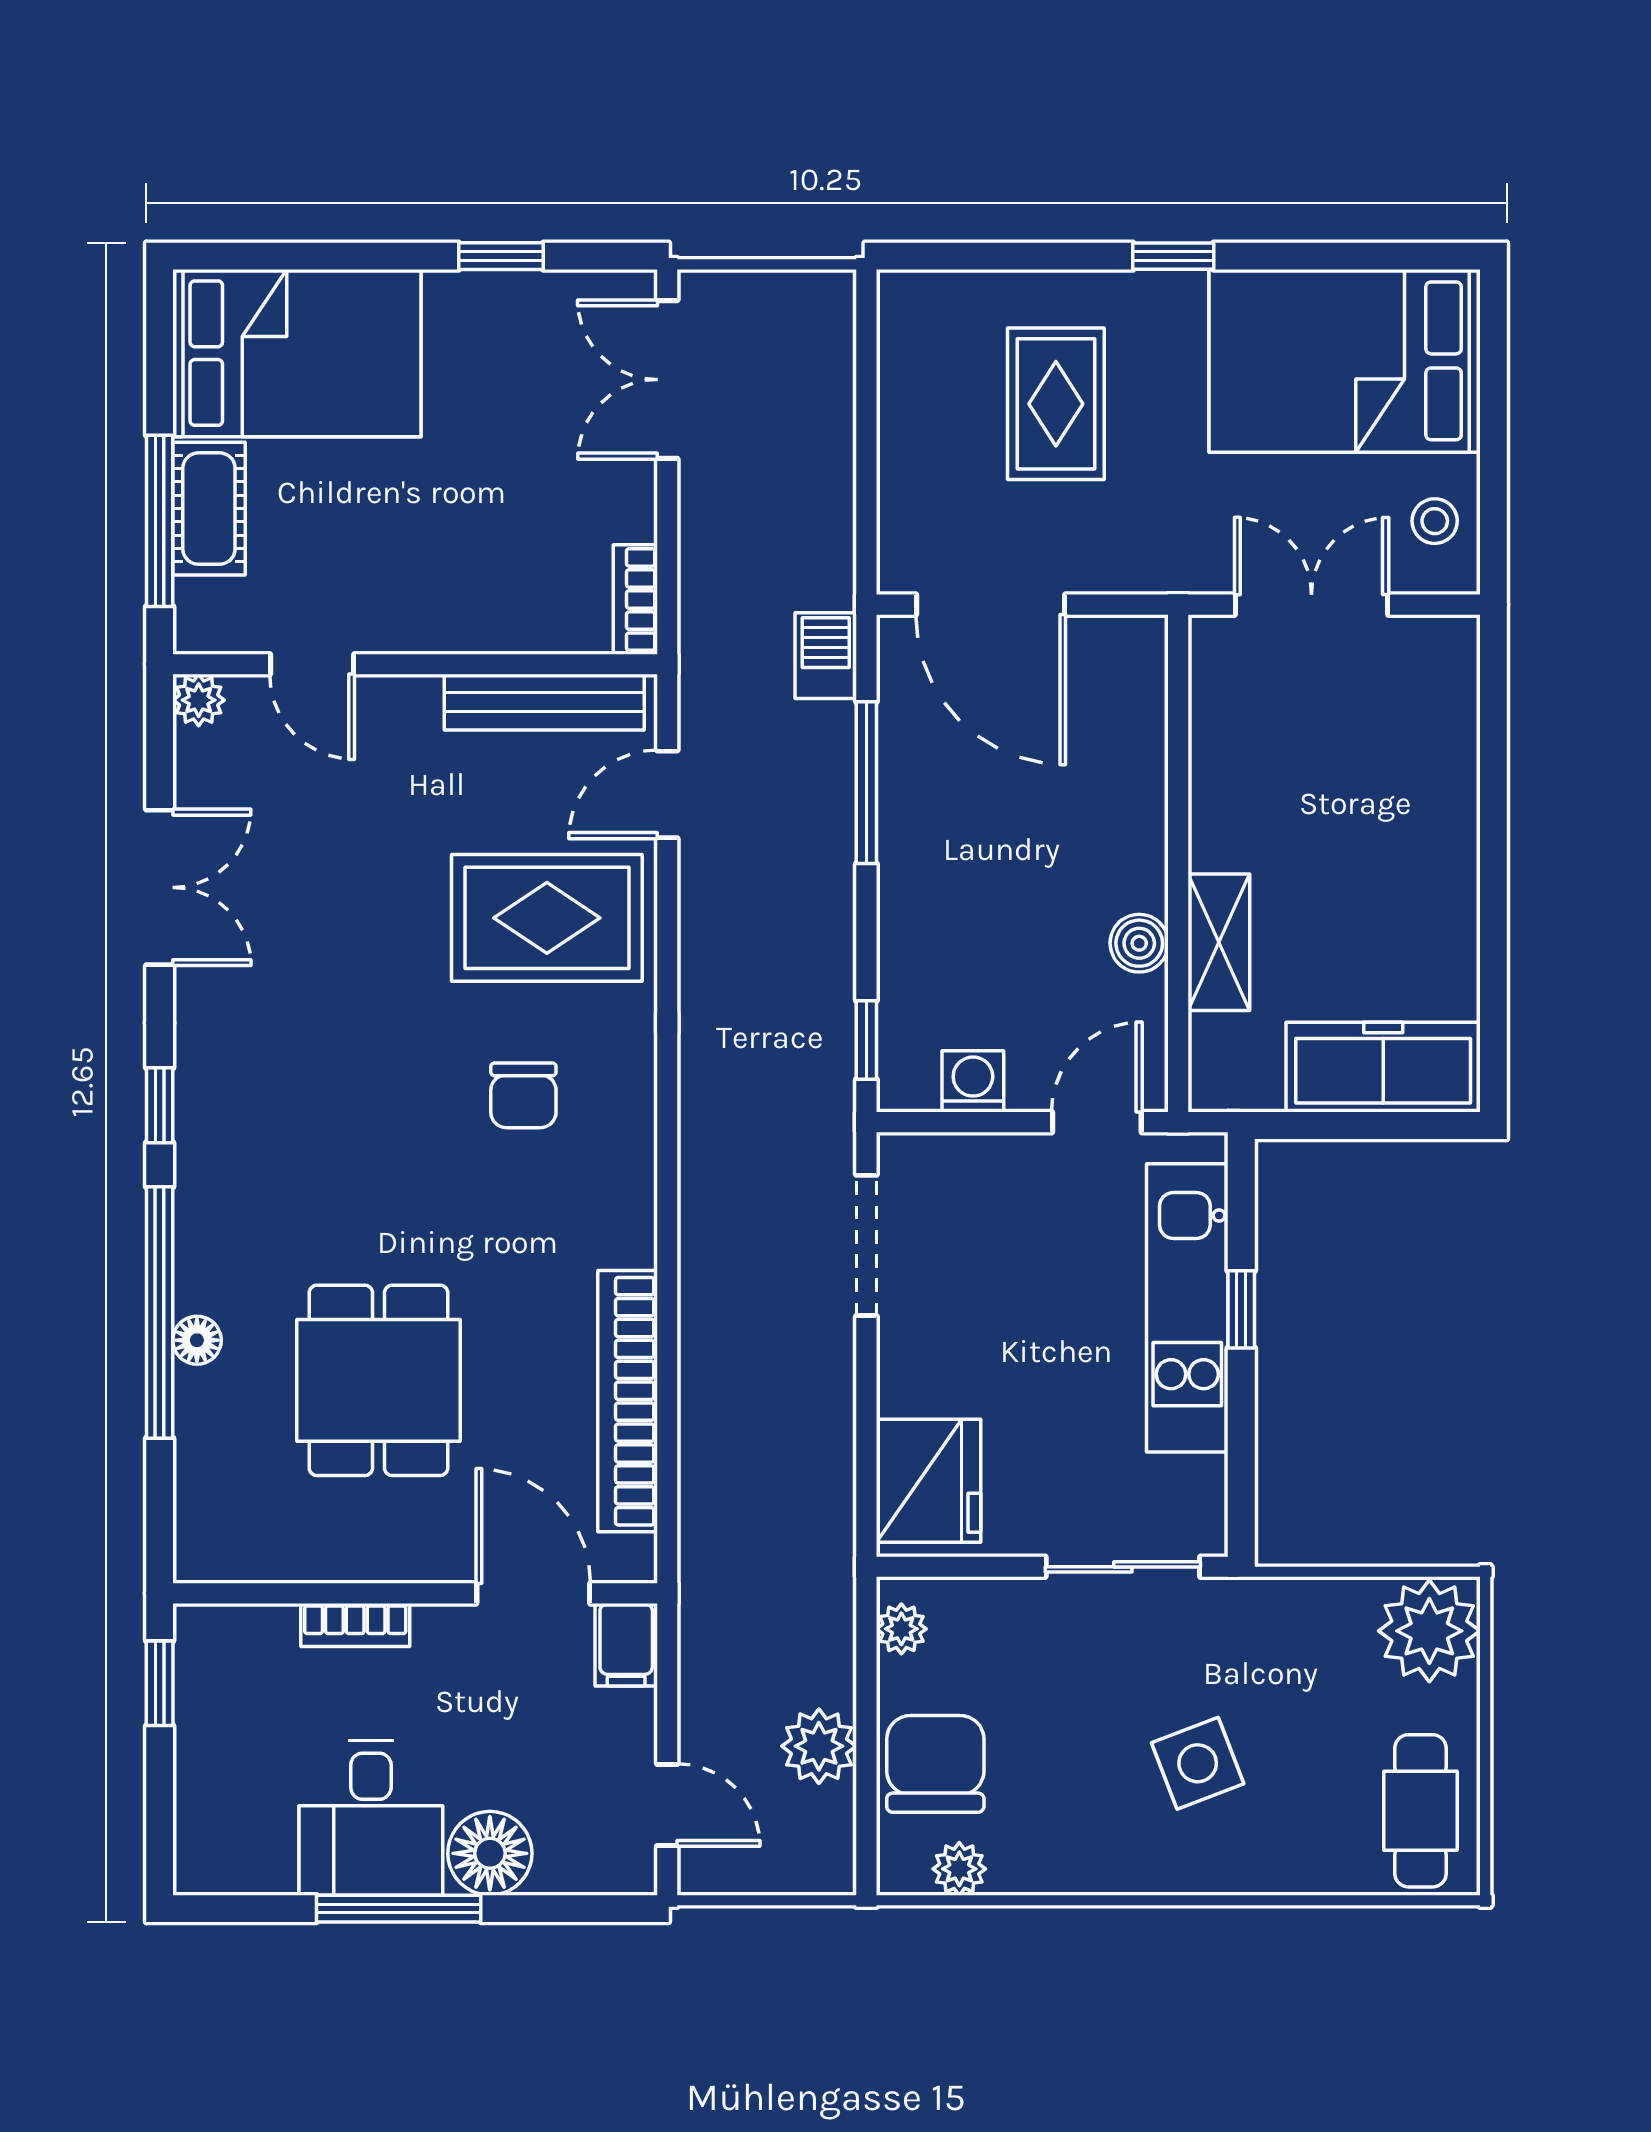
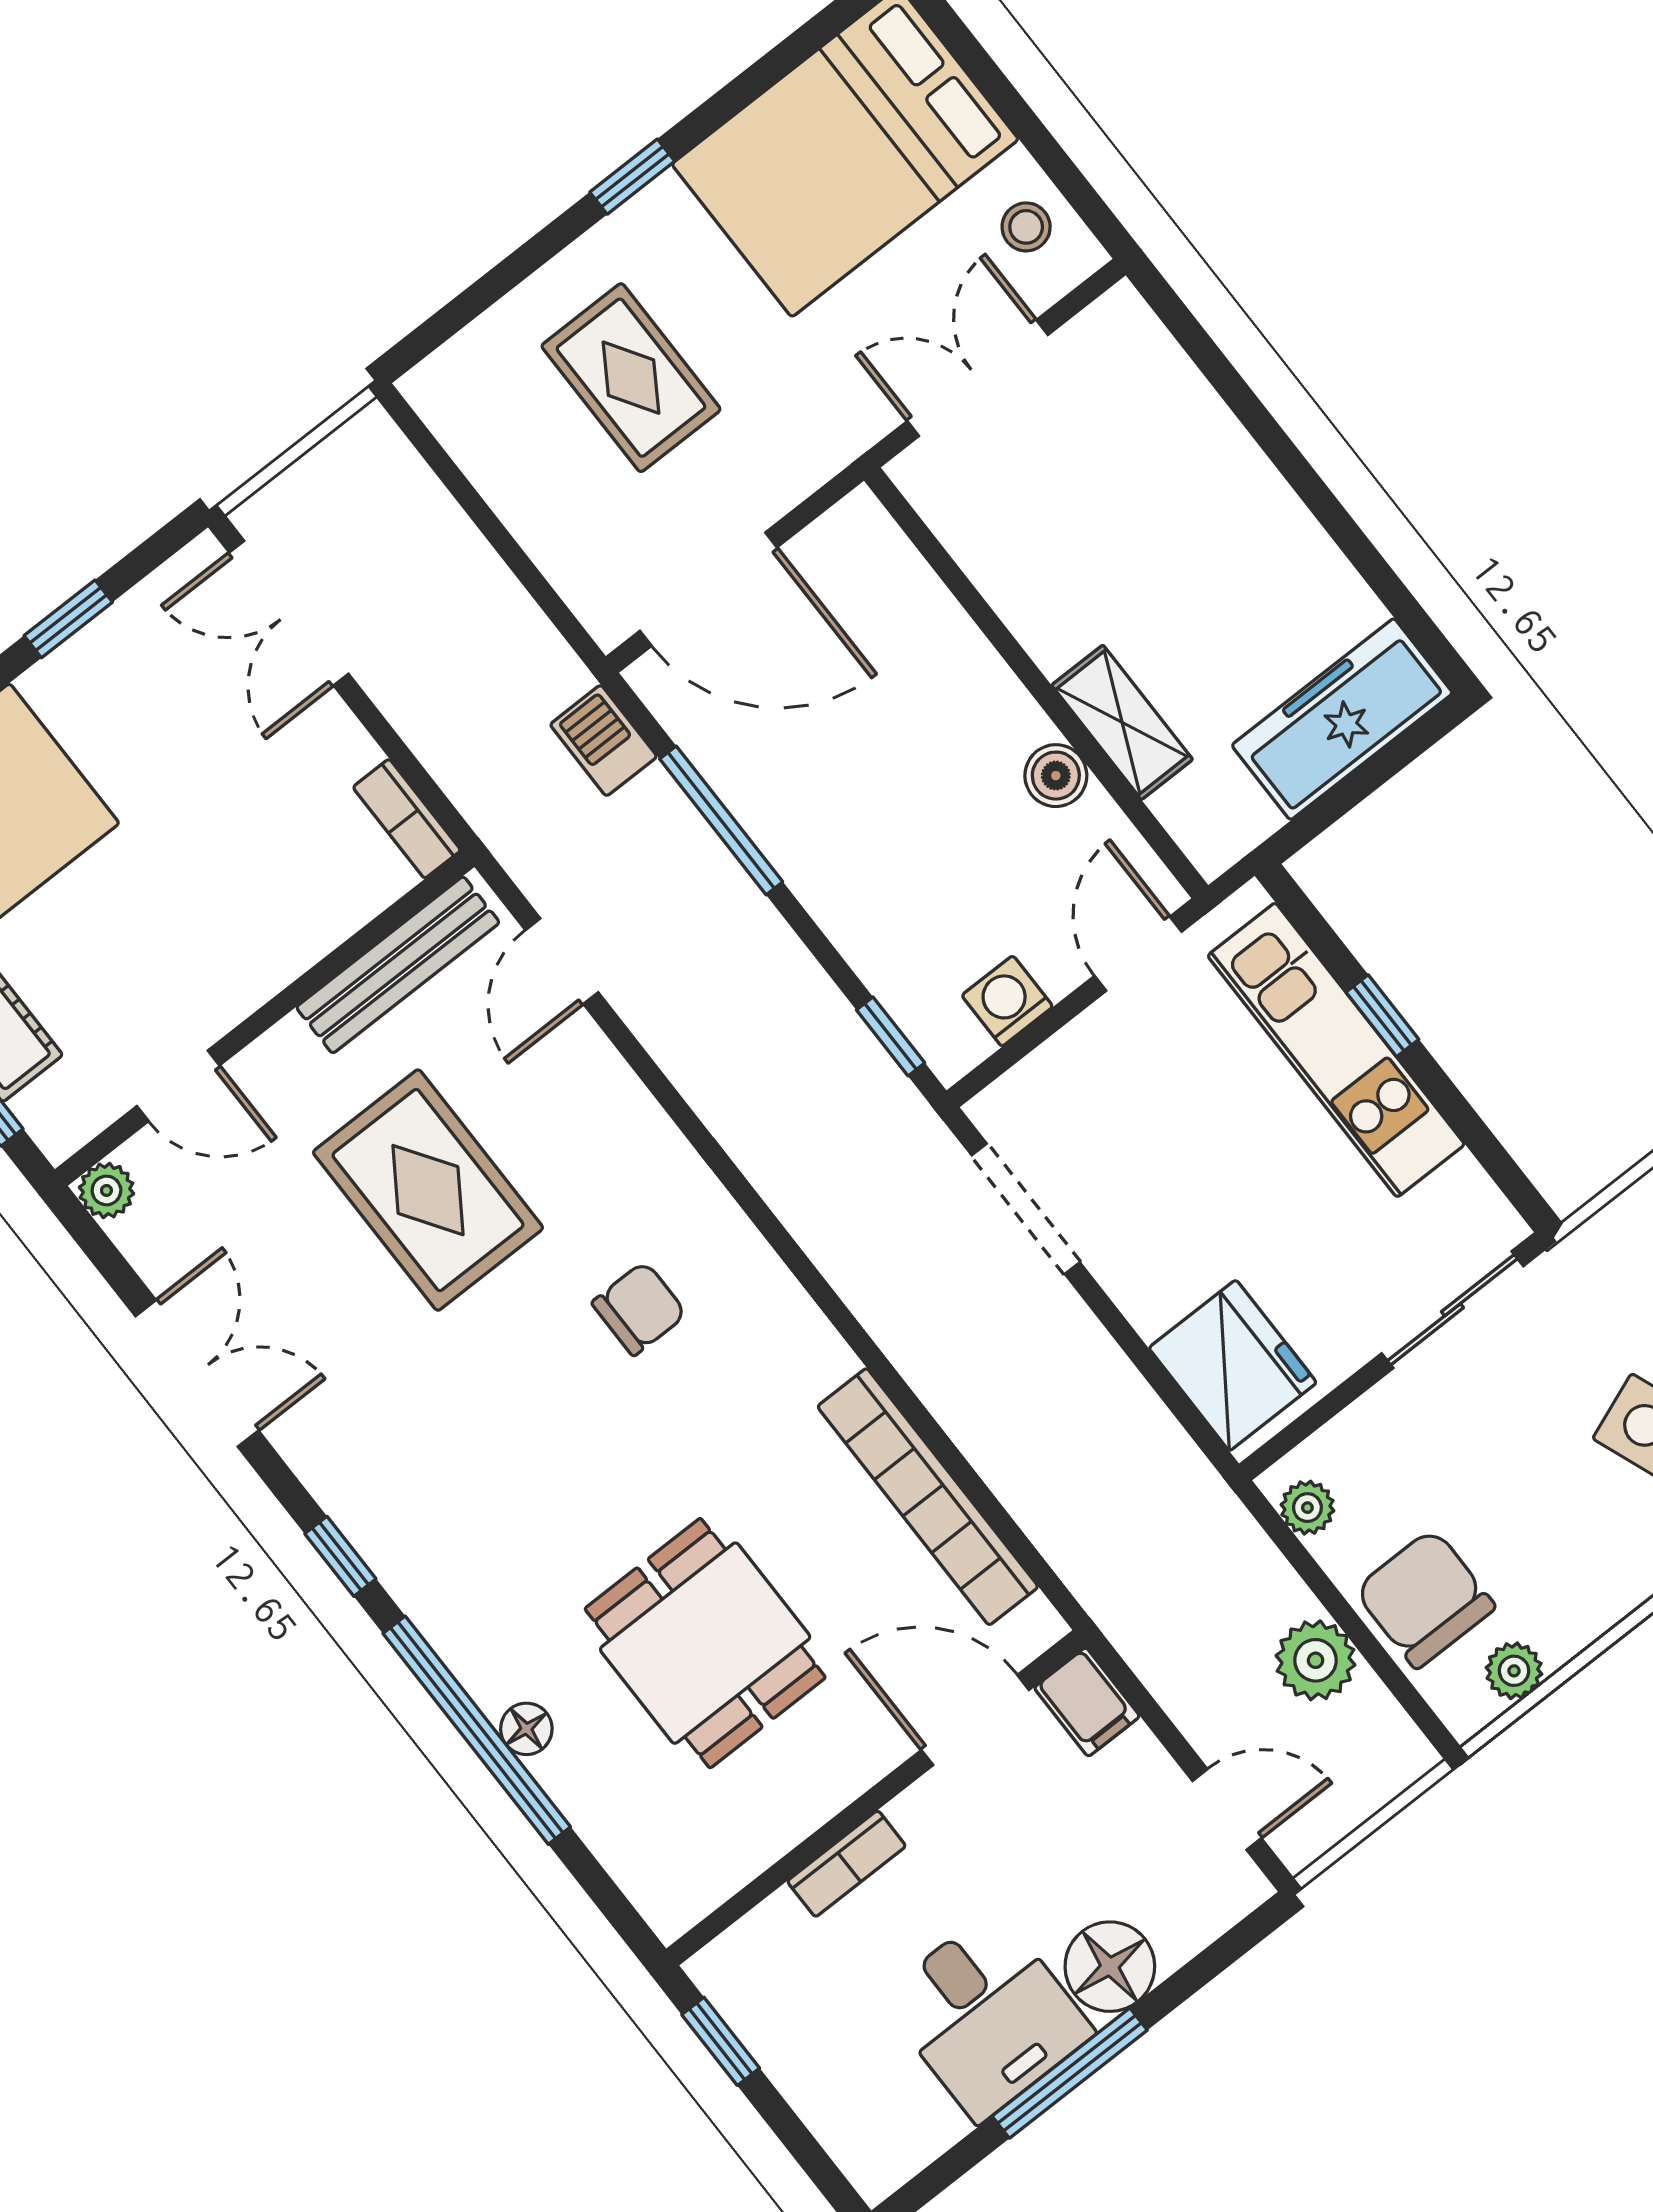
rug: (547, 918) -> (428, 1190), moved, turned 90
chair: (523, 1095) -> (639, 1309), turned -90

